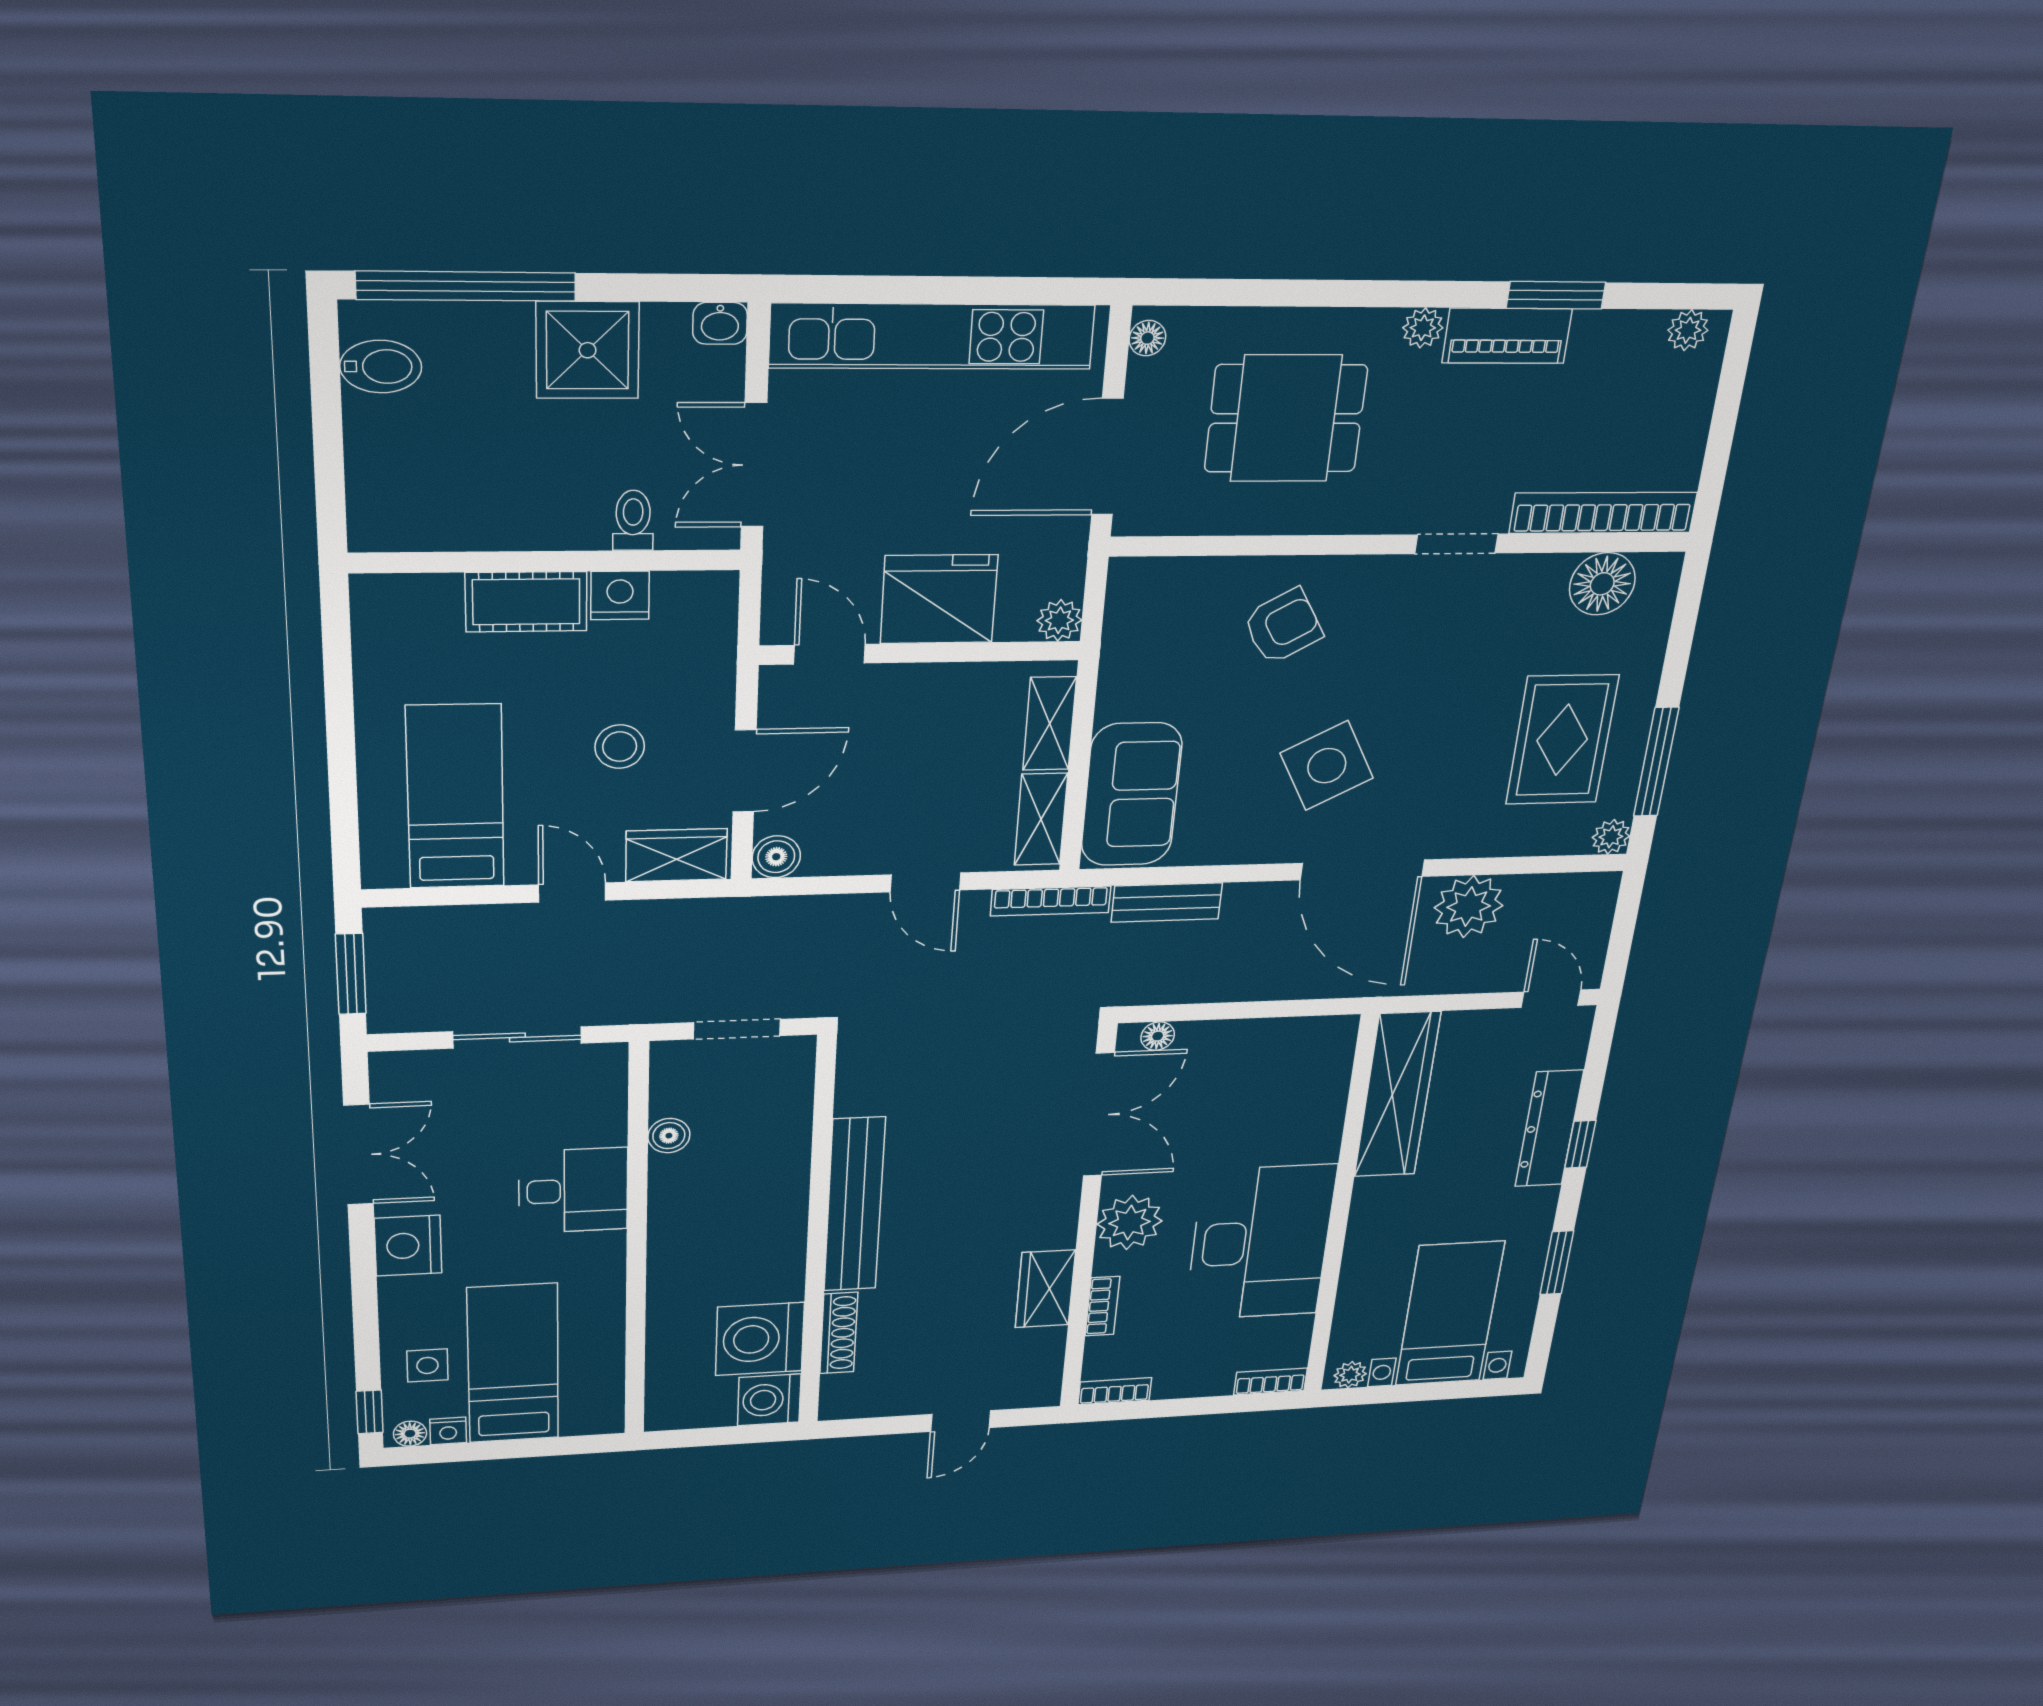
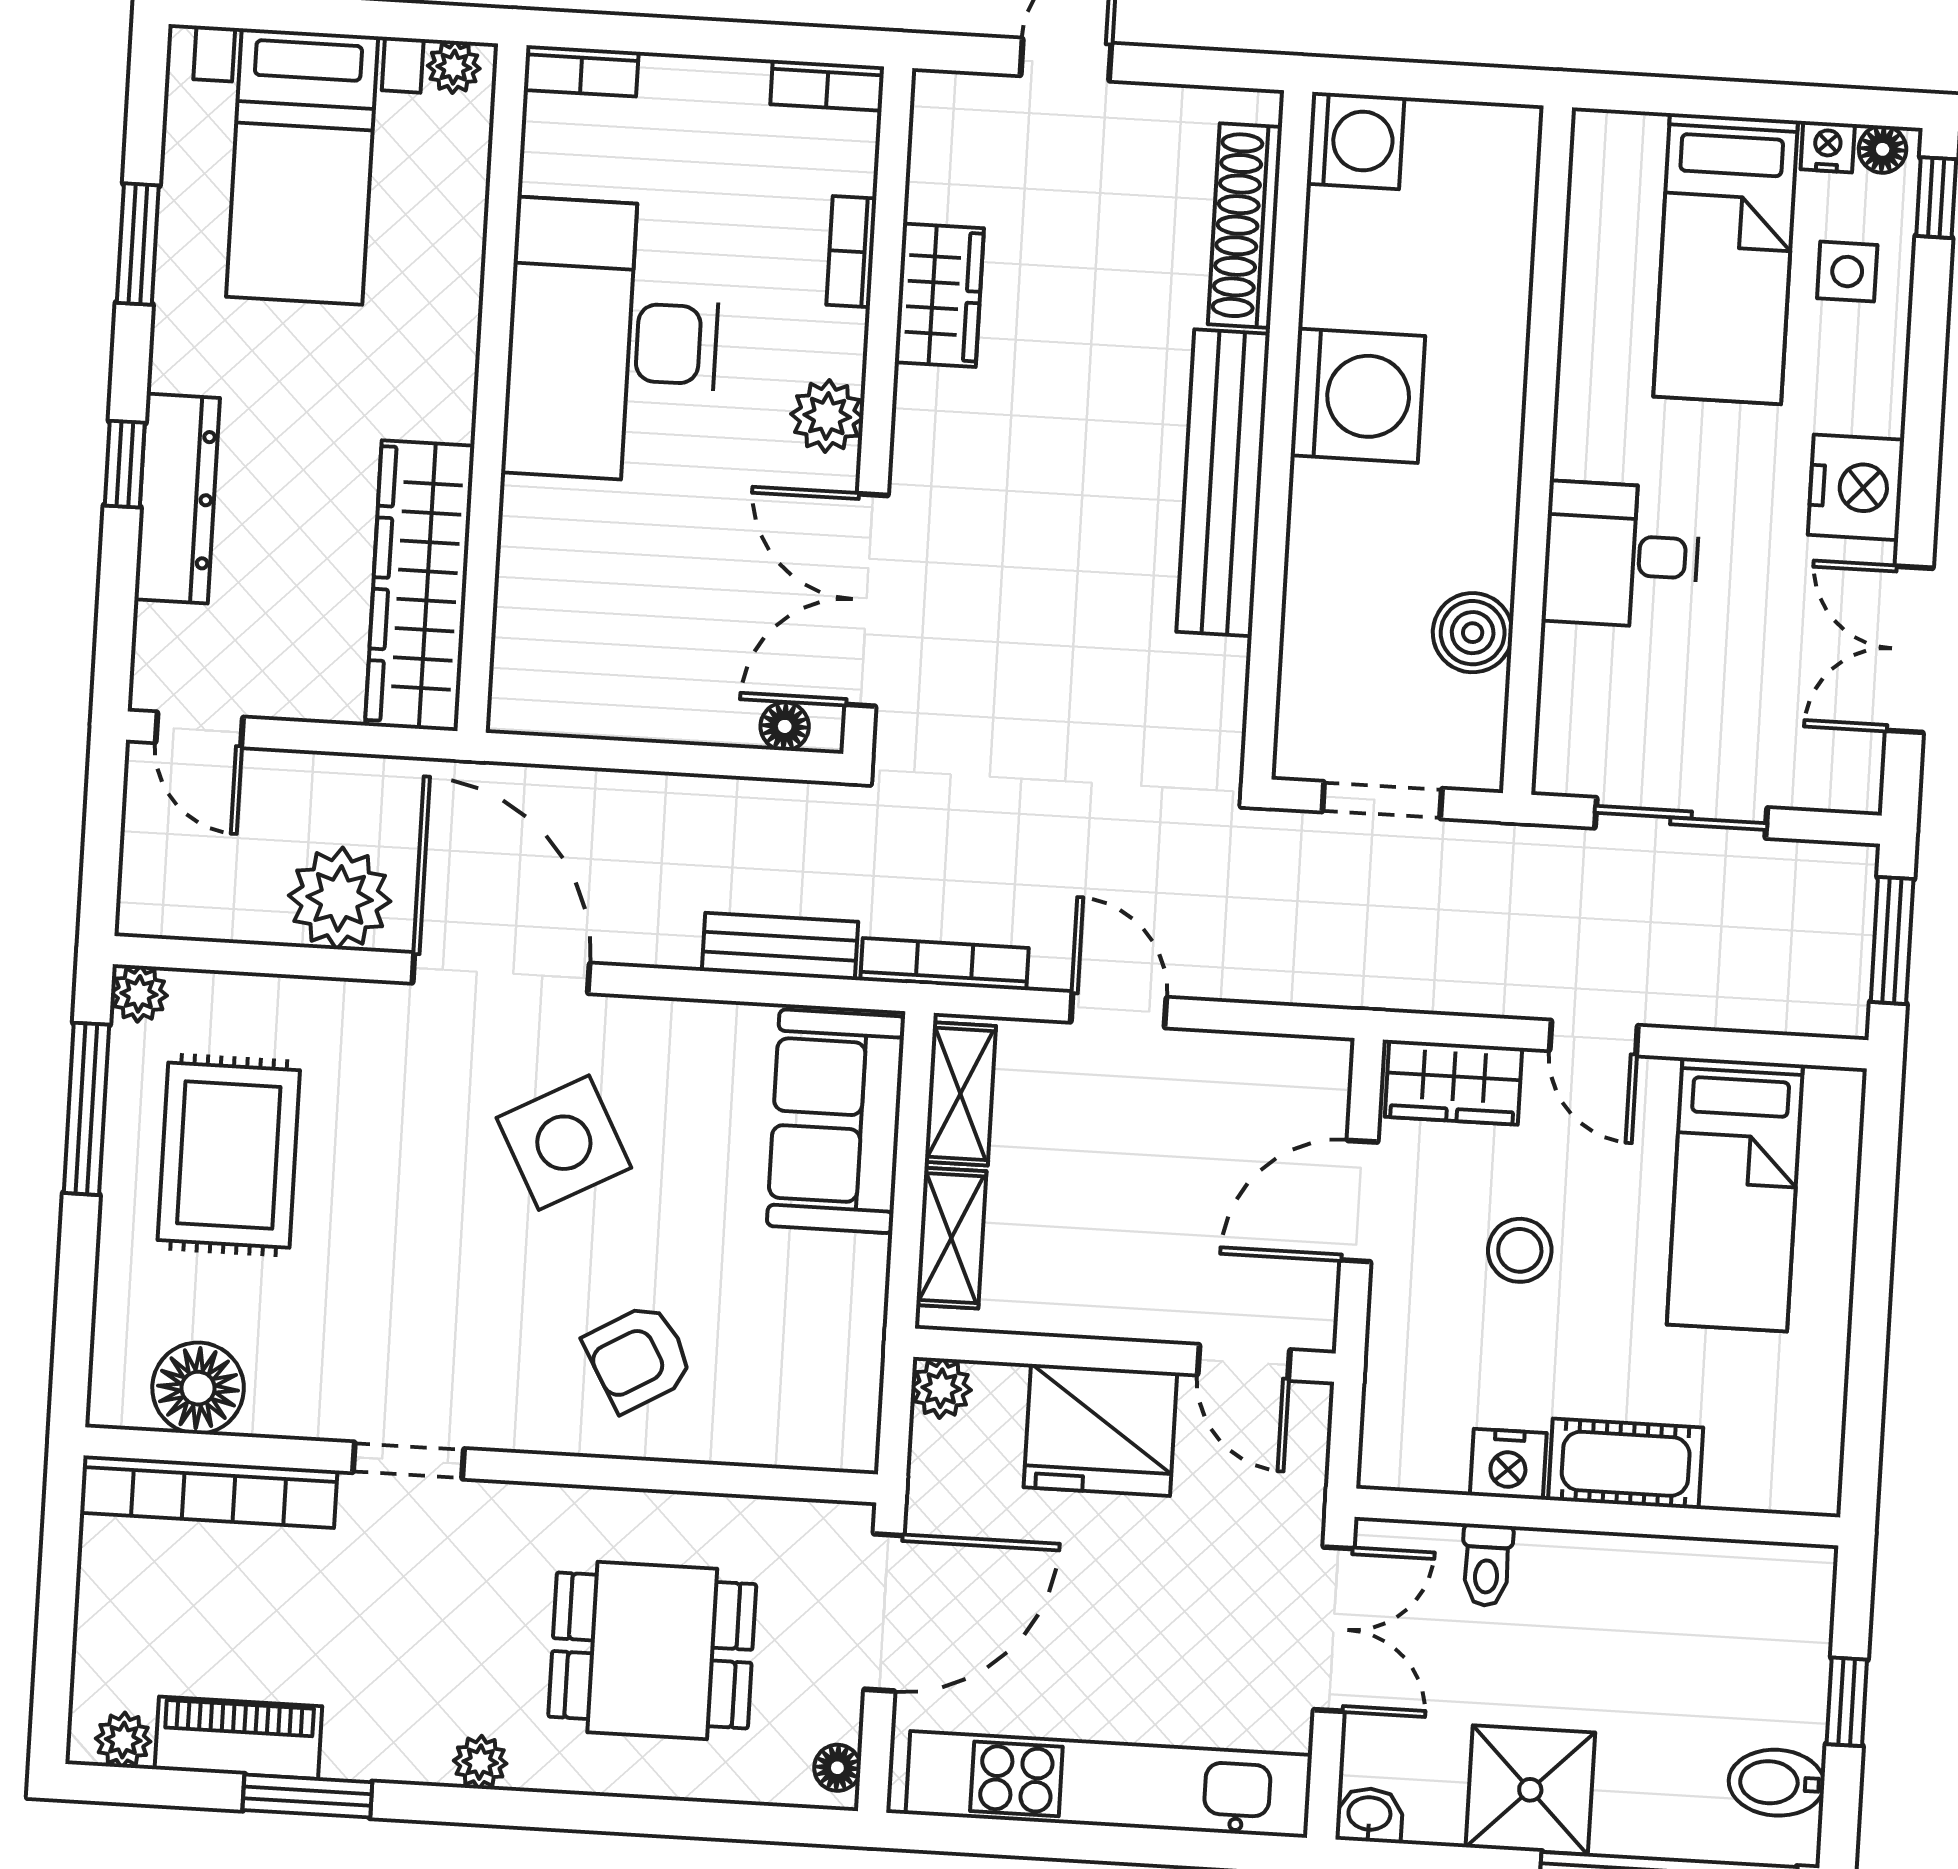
piano: (1507, 336) -> (238, 1738), moved
window: (328, 434) -> (1847, 1702), added
boiler: (776, 857) -> (1321, 1068), removed
boiler: (669, 1136) -> (1473, 633), width x1.36, depth x1.36
plant: (1130, 1223) -> (827, 416), width x0.73, depth x0.73
shoe rack: (839, 1333) -> (1245, 226), width x1.36, depth x1.24
washing machine: (760, 1339) -> (1358, 396), moved

